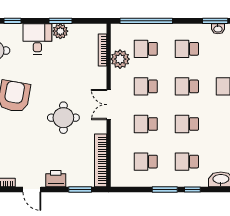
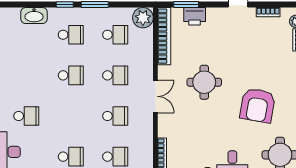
plant: (120, 59) -> (143, 18), moved
school desk: (187, 86) -> (71, 116), removed
printer: (56, 179) -> (195, 16), moved

